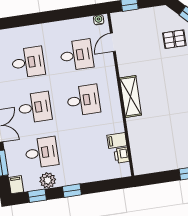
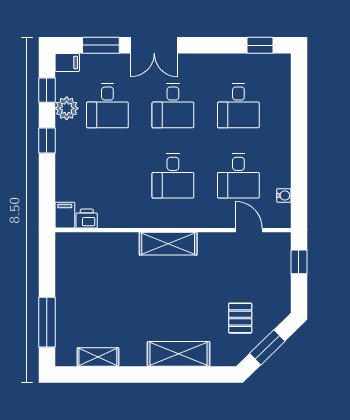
water cooler: (99, 20) -> (284, 195), moved
filing cabinet: (117, 140) -> (65, 215), moved

